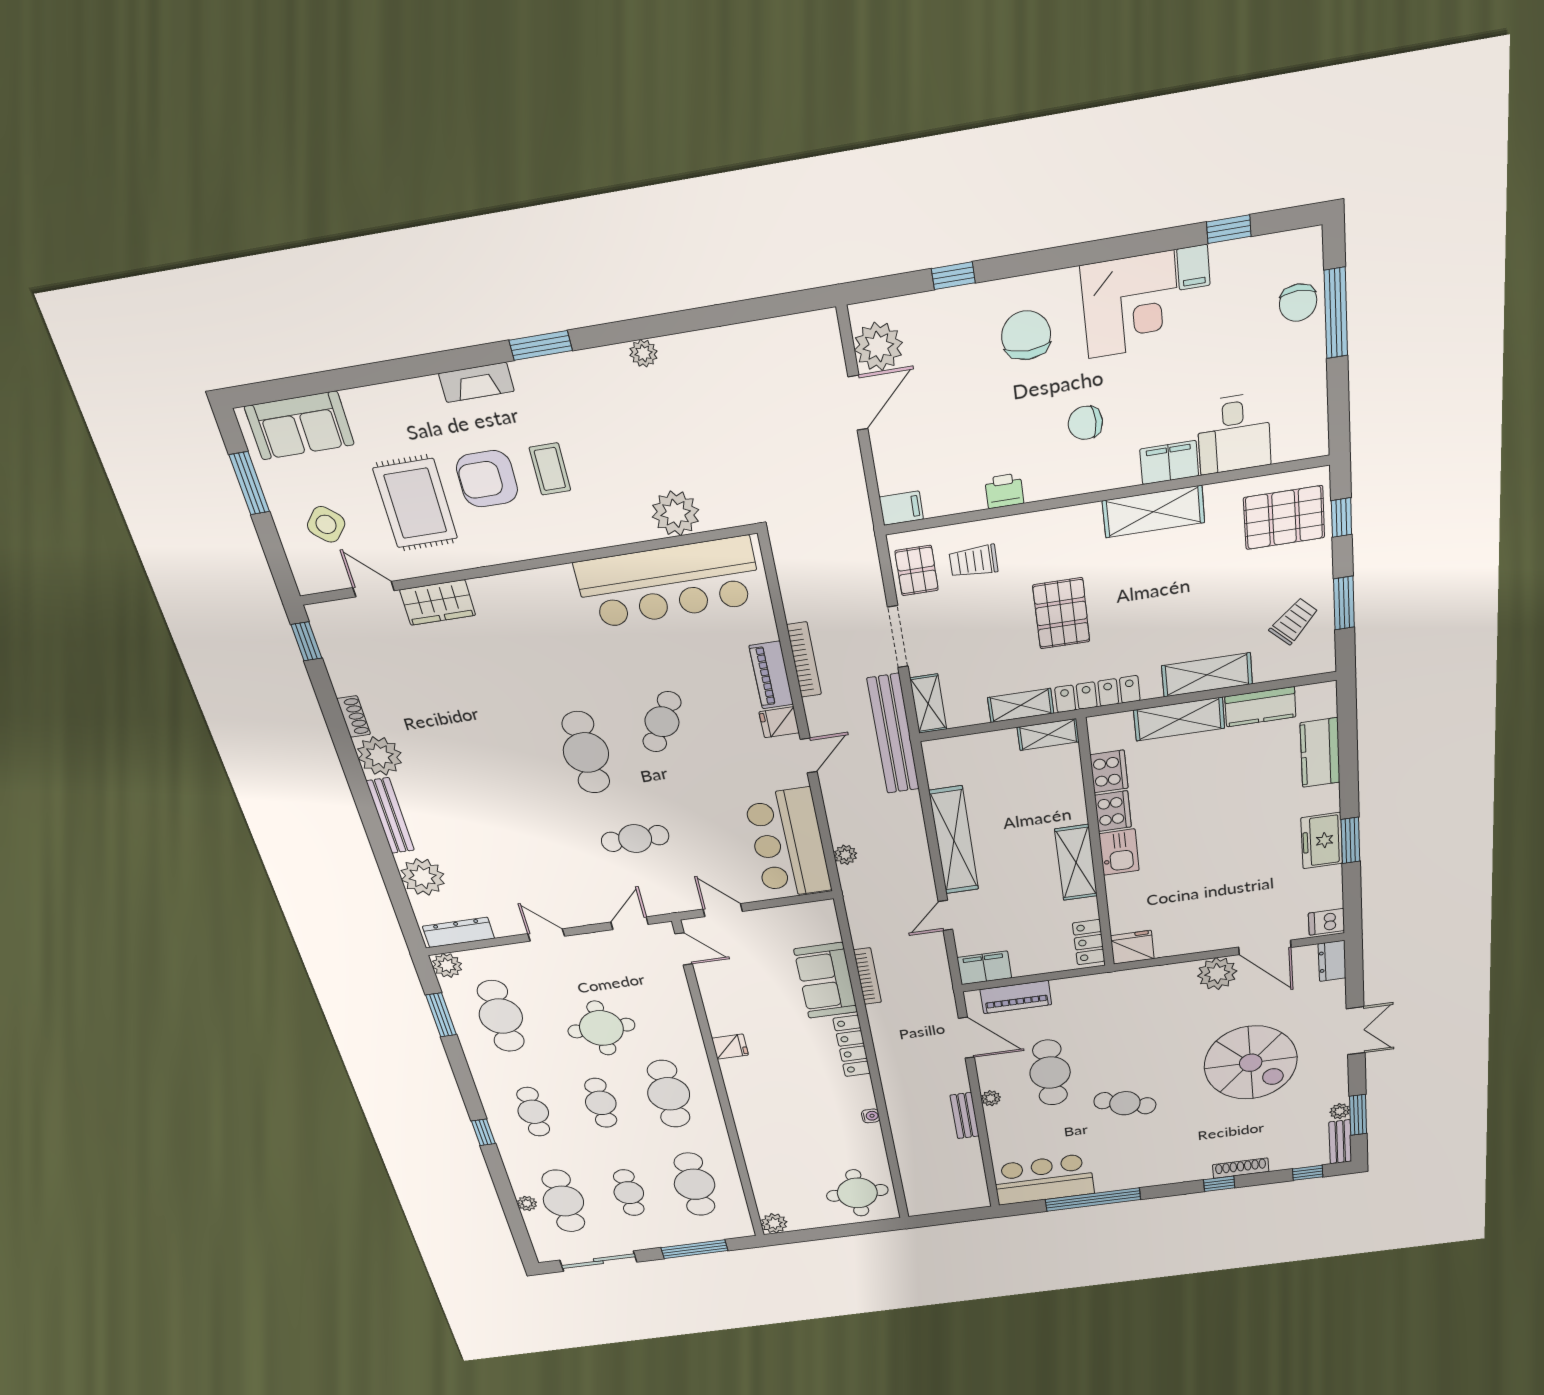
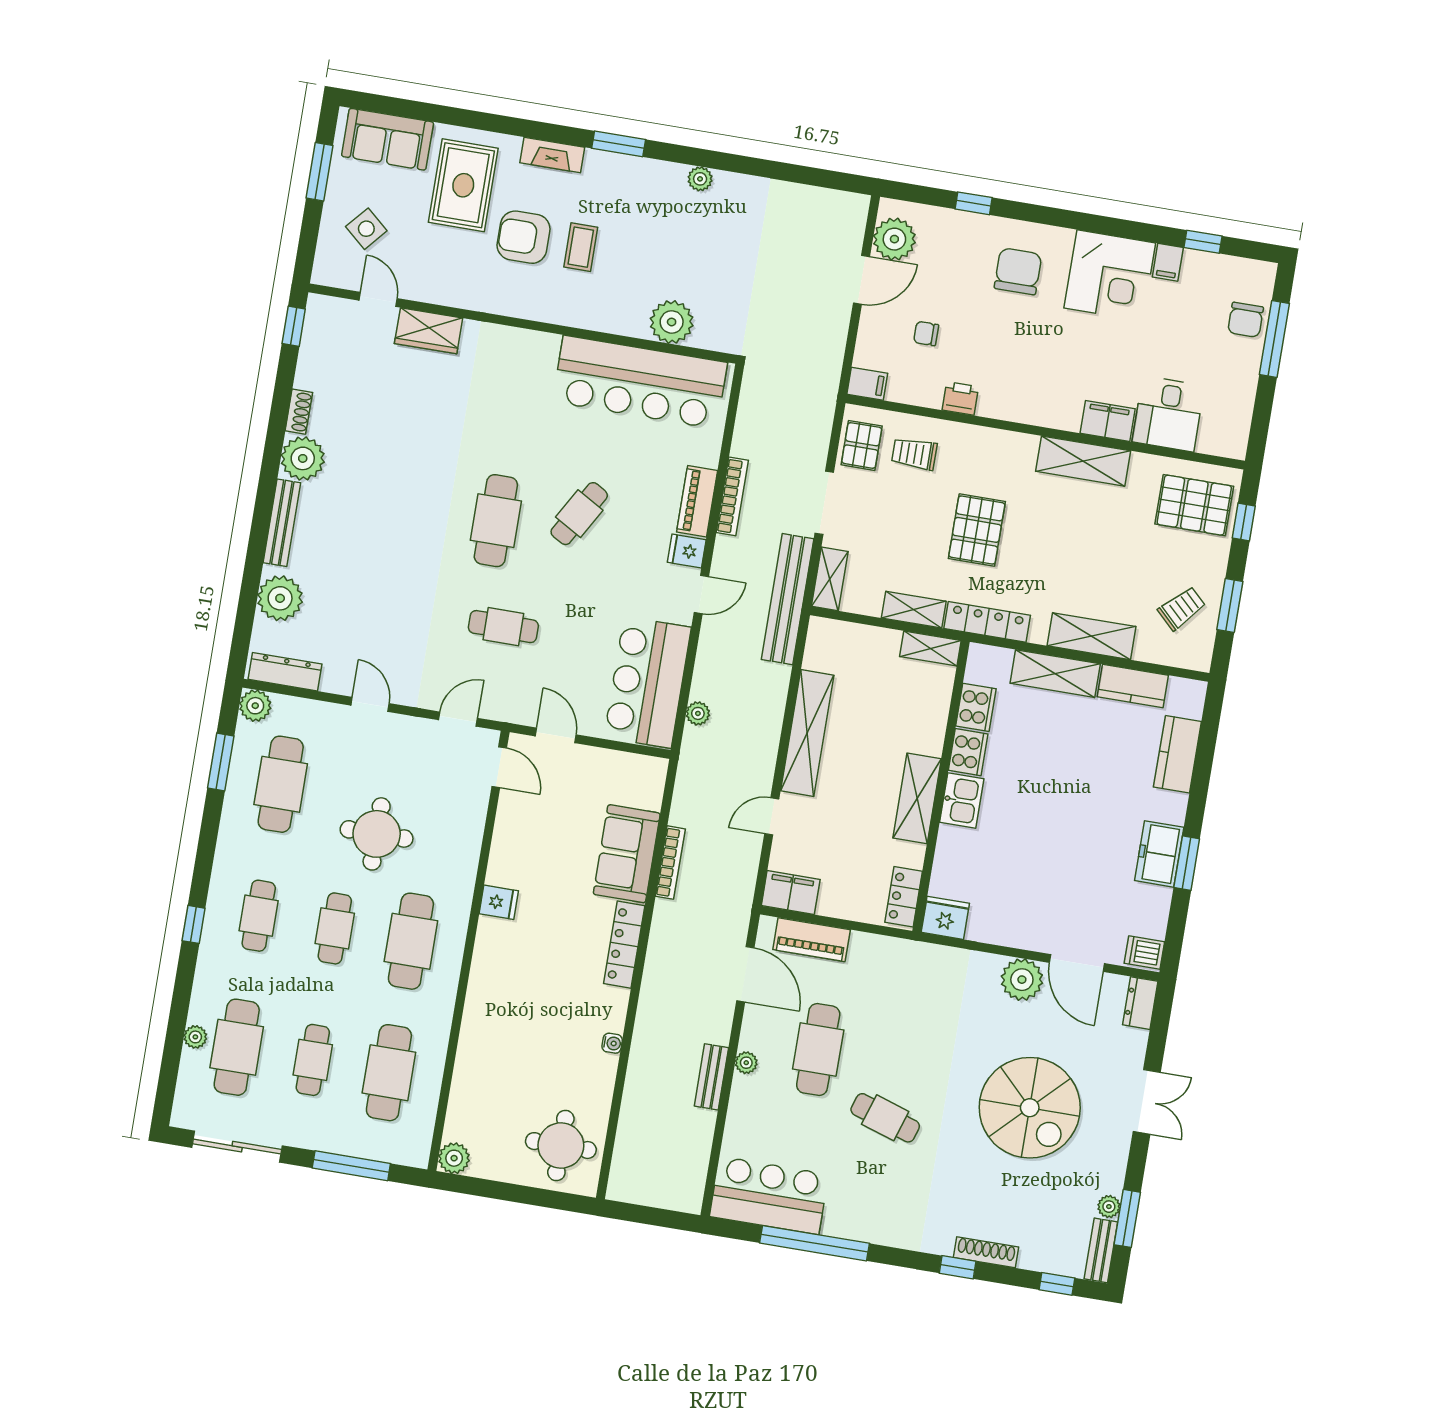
chair: (1085, 423) -> (926, 334), moved, width x0.73, depth x0.73
rug: (415, 503) -> (463, 185), moved

